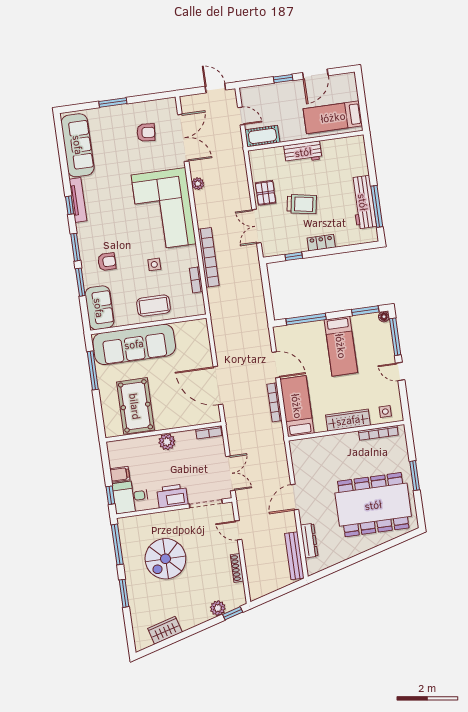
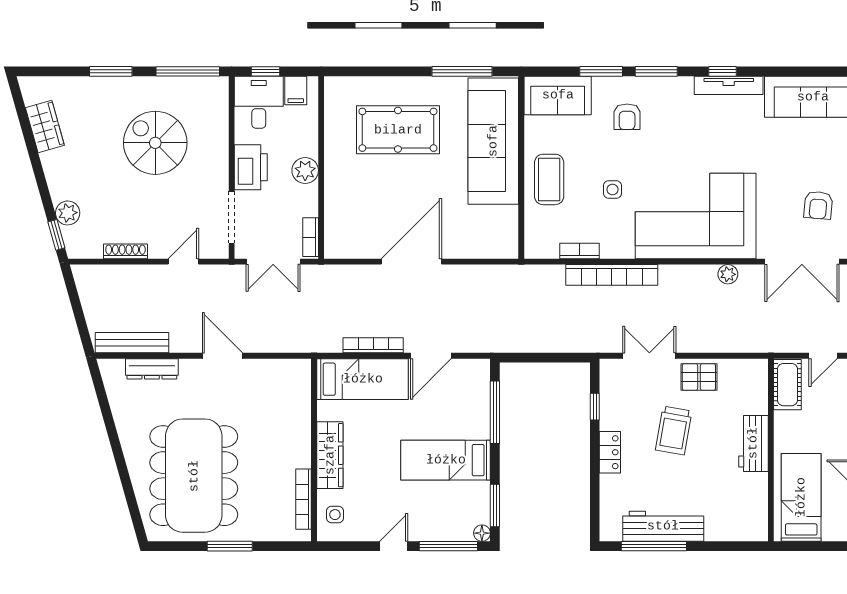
wall: (164, 432) -> (321, 167), moved
bookcase: (209, 432) -> (311, 237), moved
plant: (167, 442) -> (305, 170), moved

